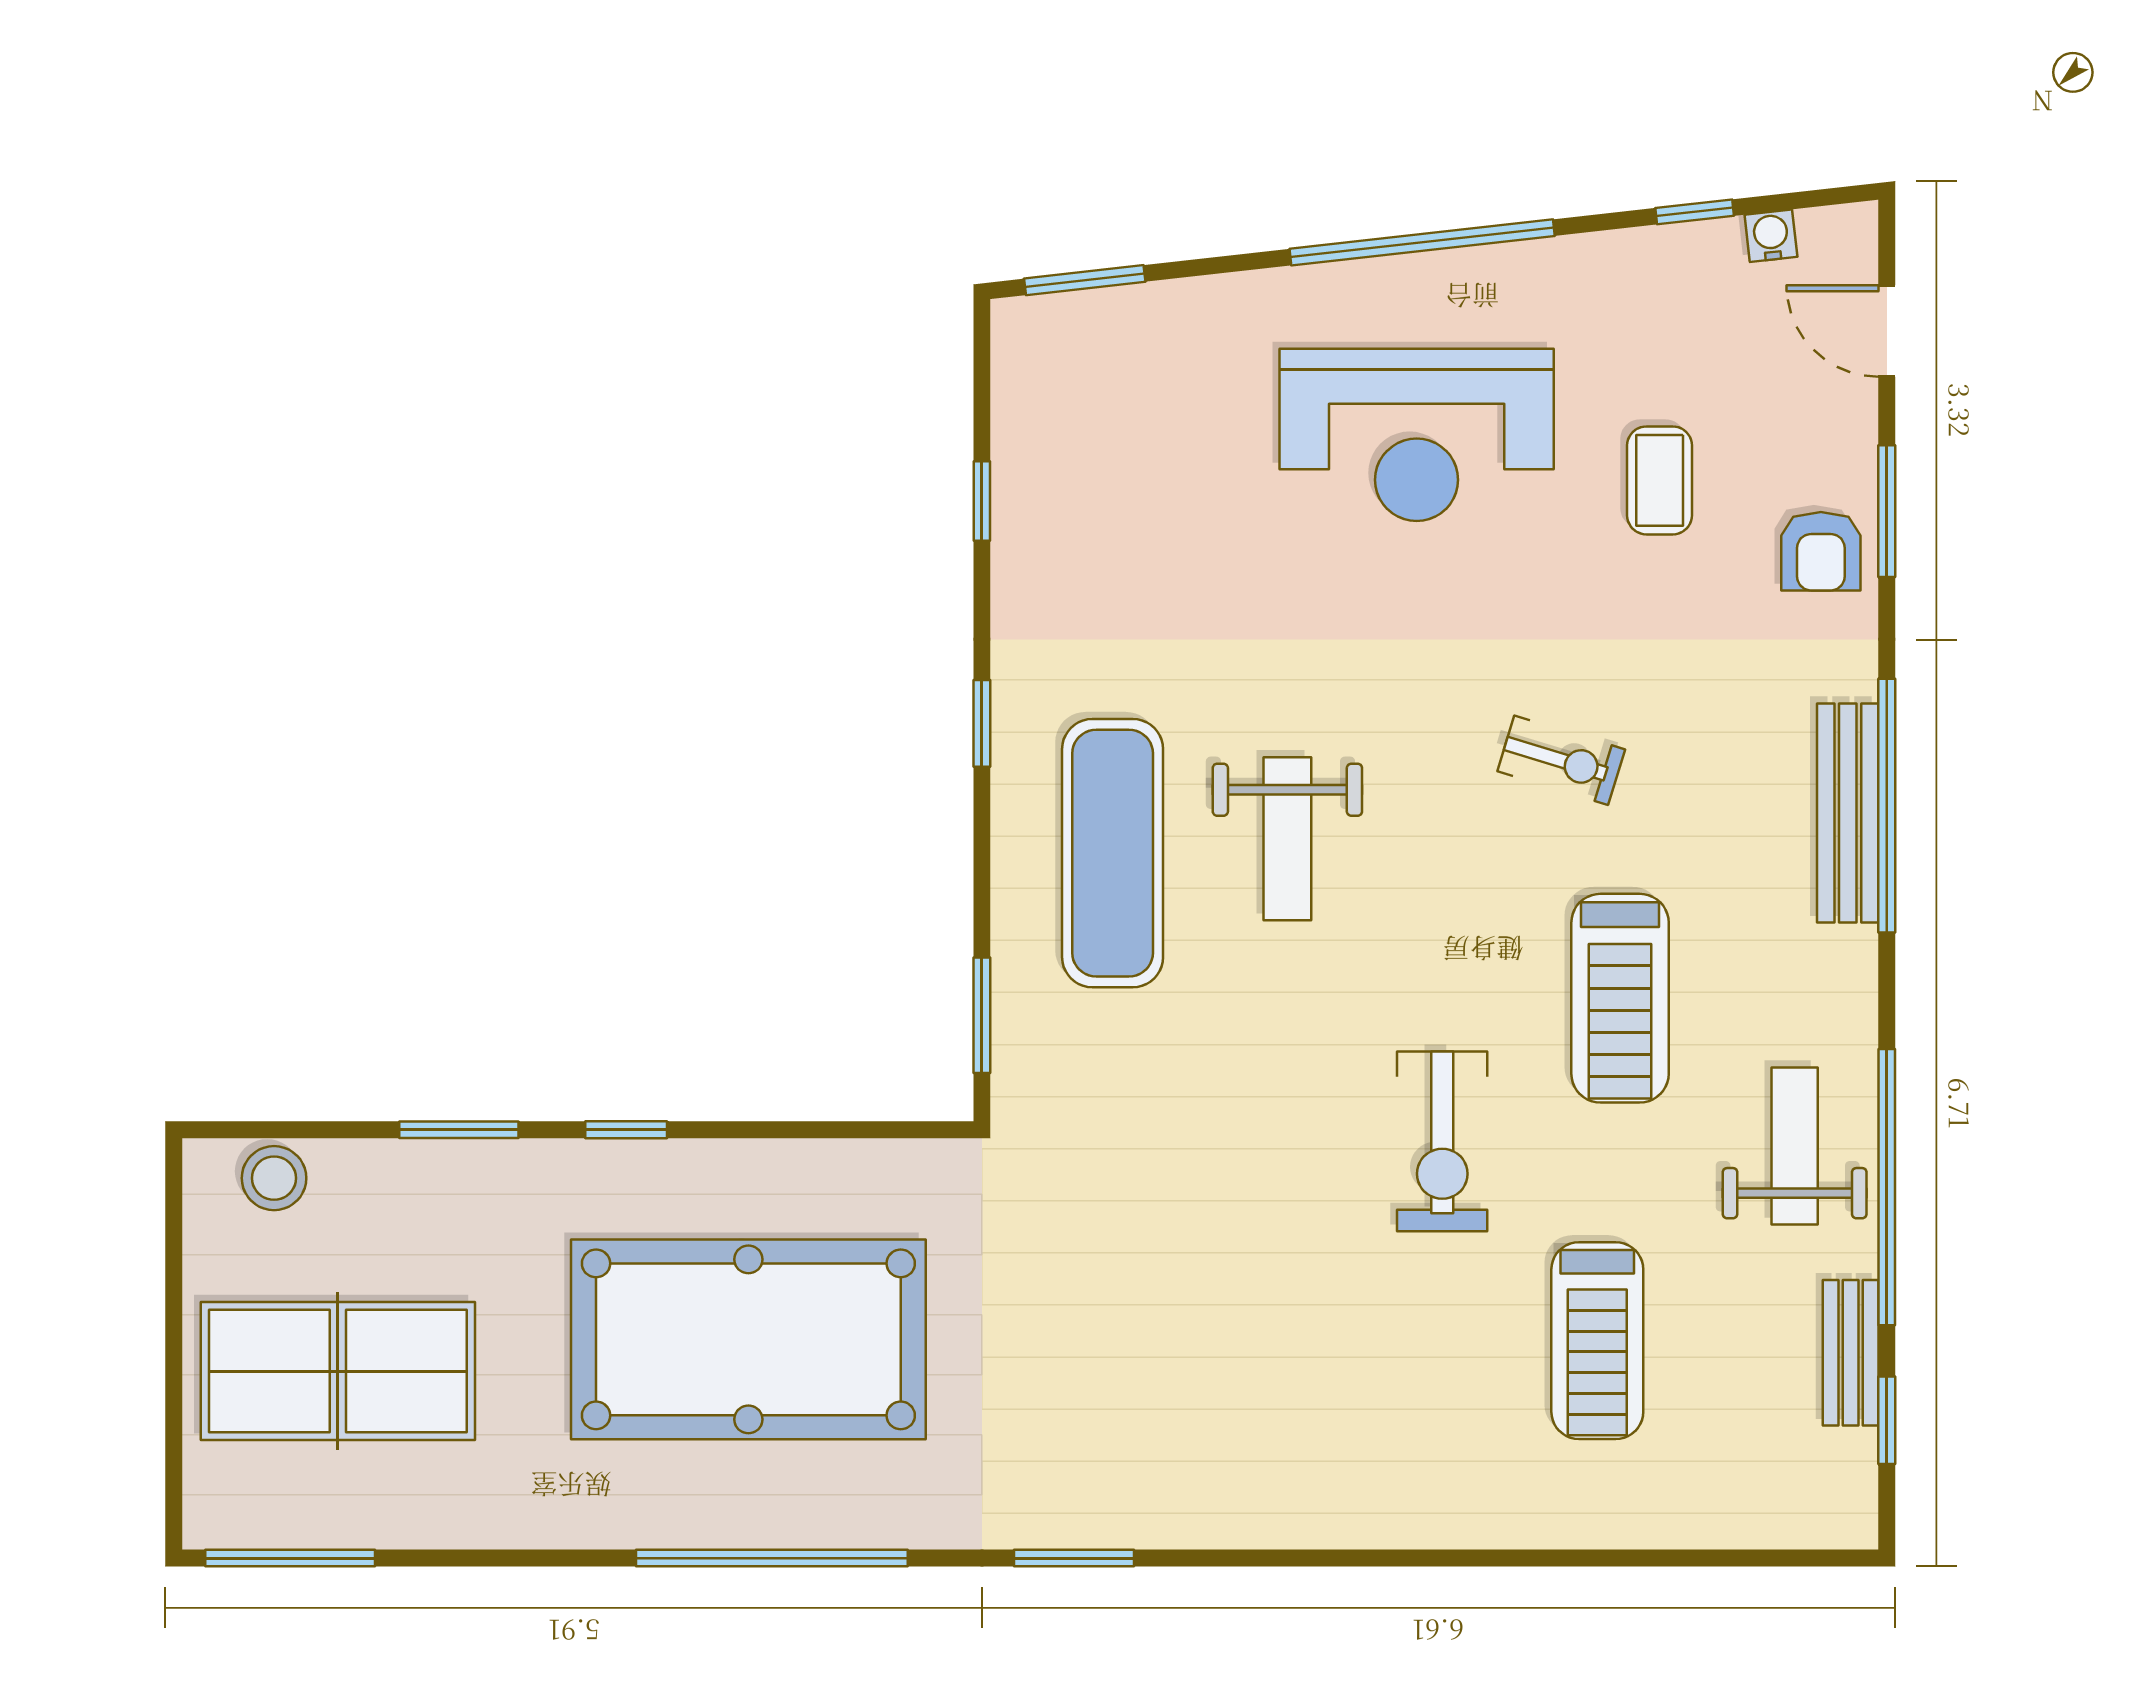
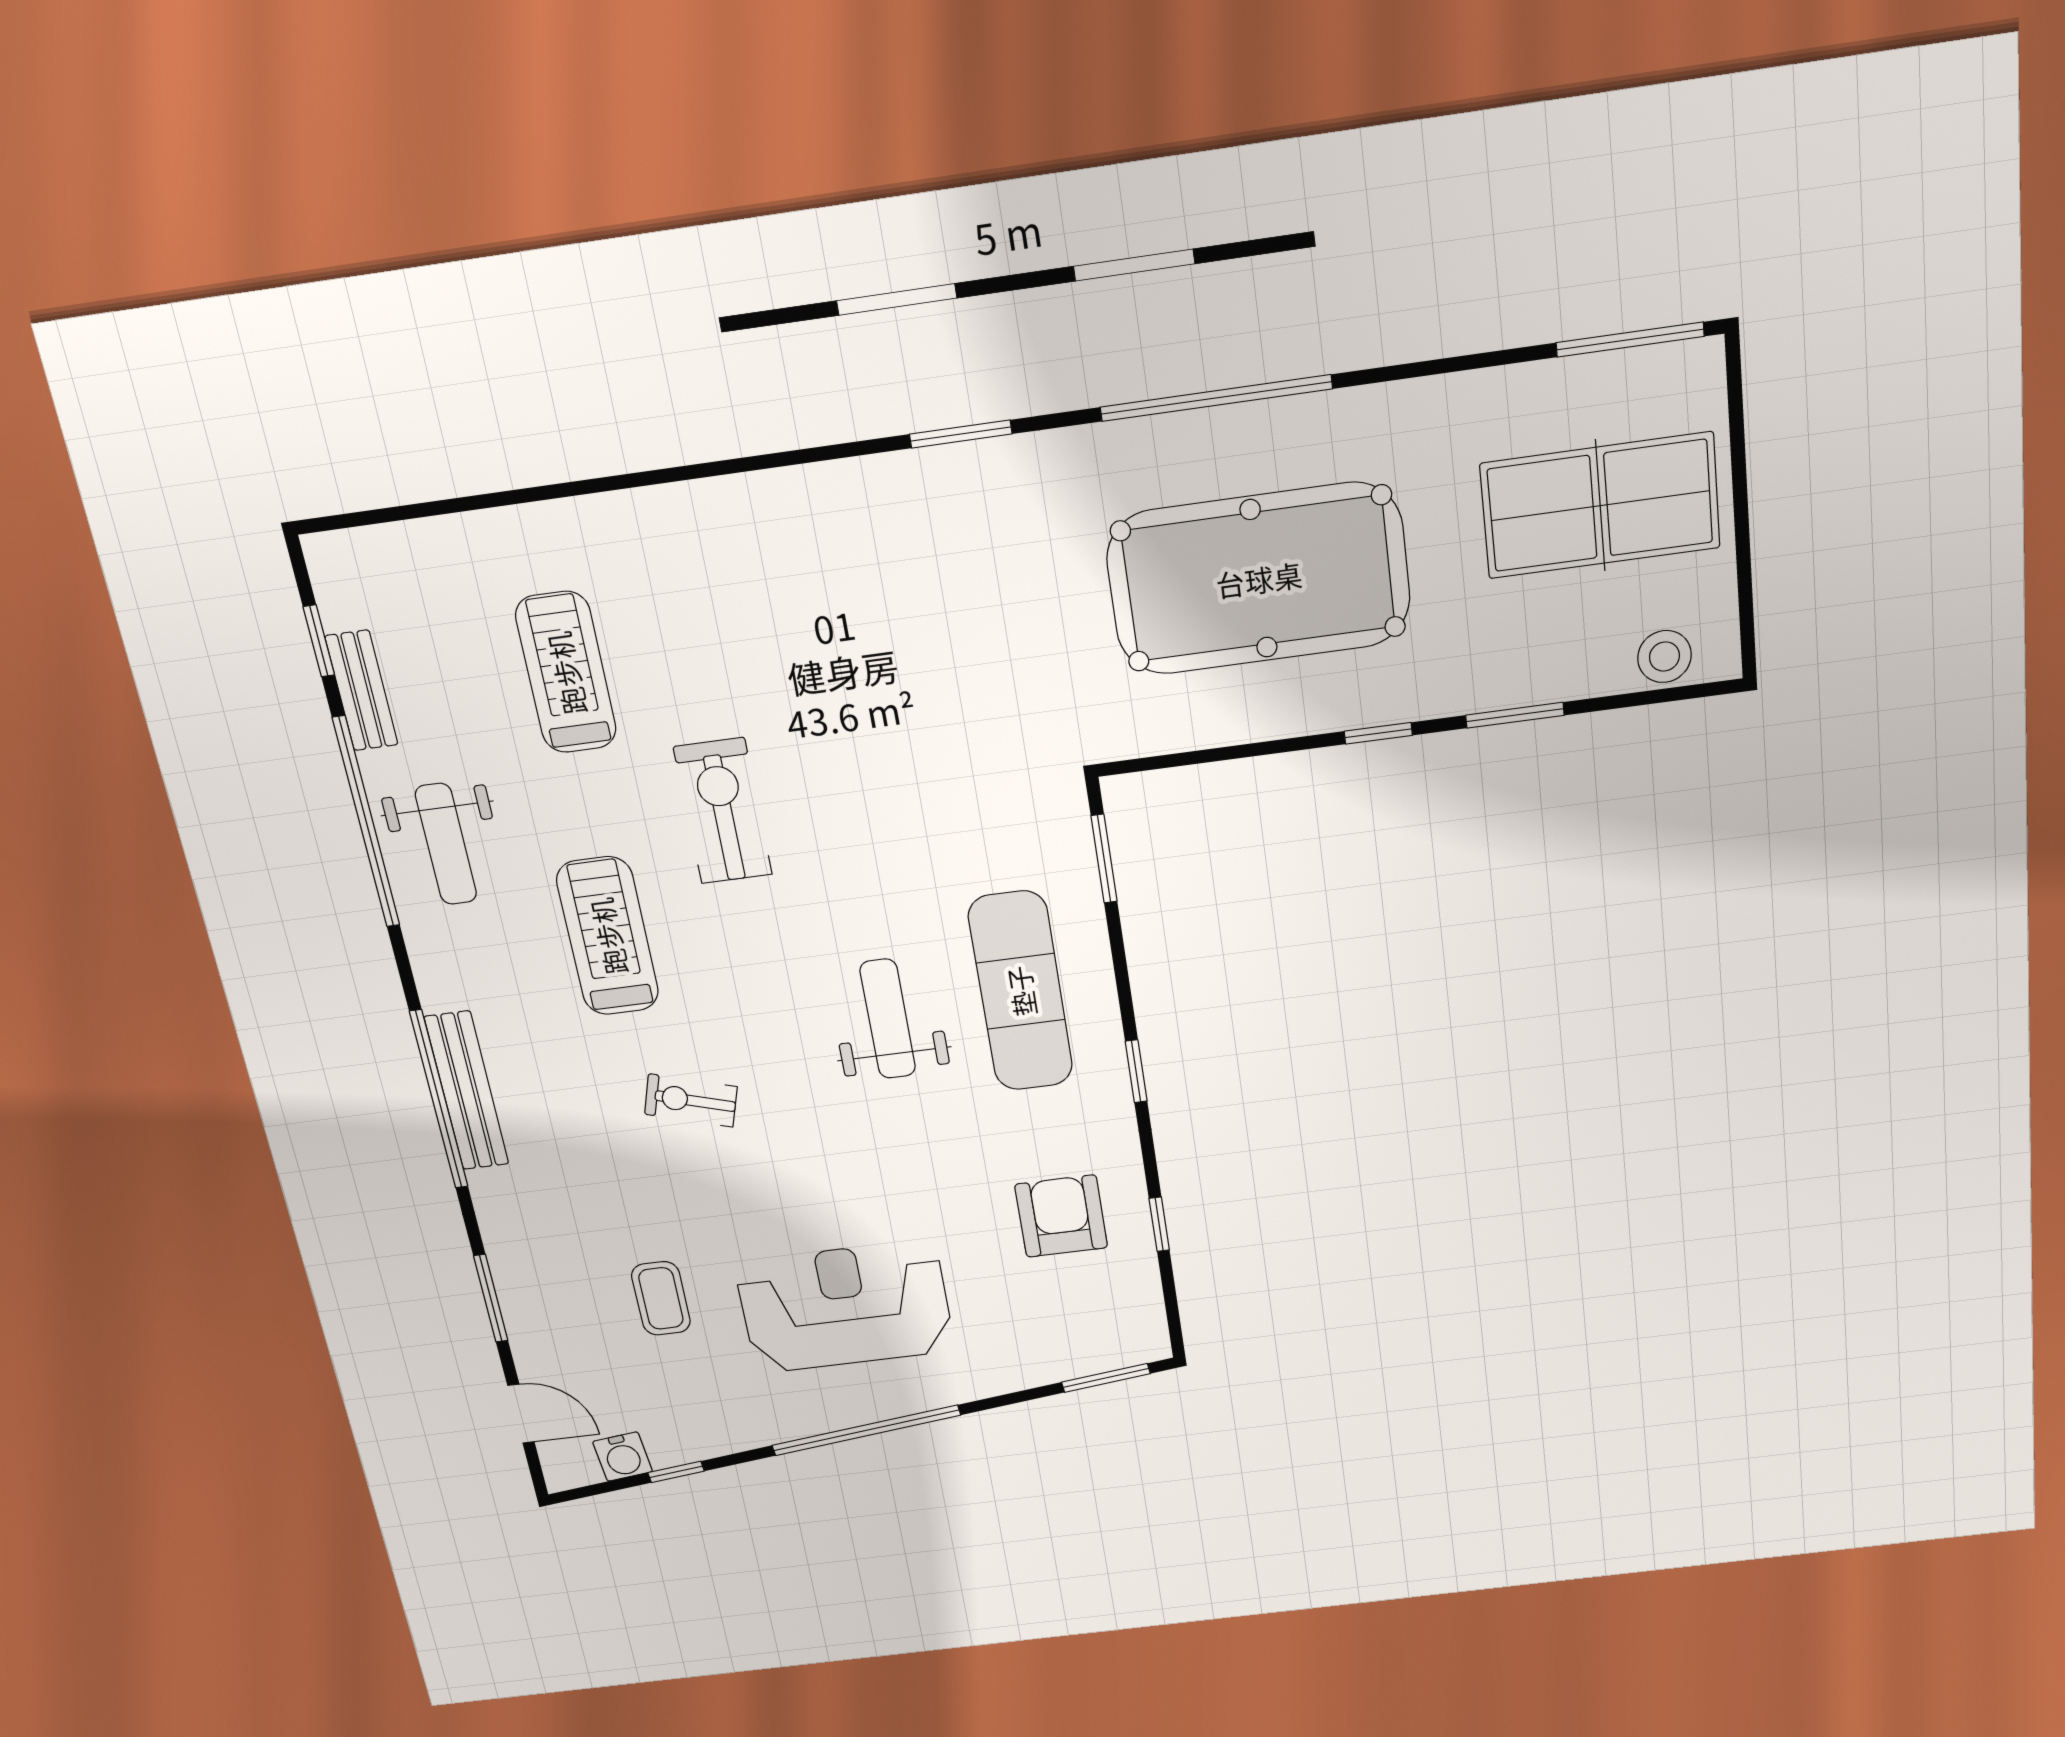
water cooler: (1771, 236) -> (623, 1457), width x1.38, depth x1.38
armchair: (1821, 551) -> (1061, 1216), moved, width x1.38, depth x1.38

